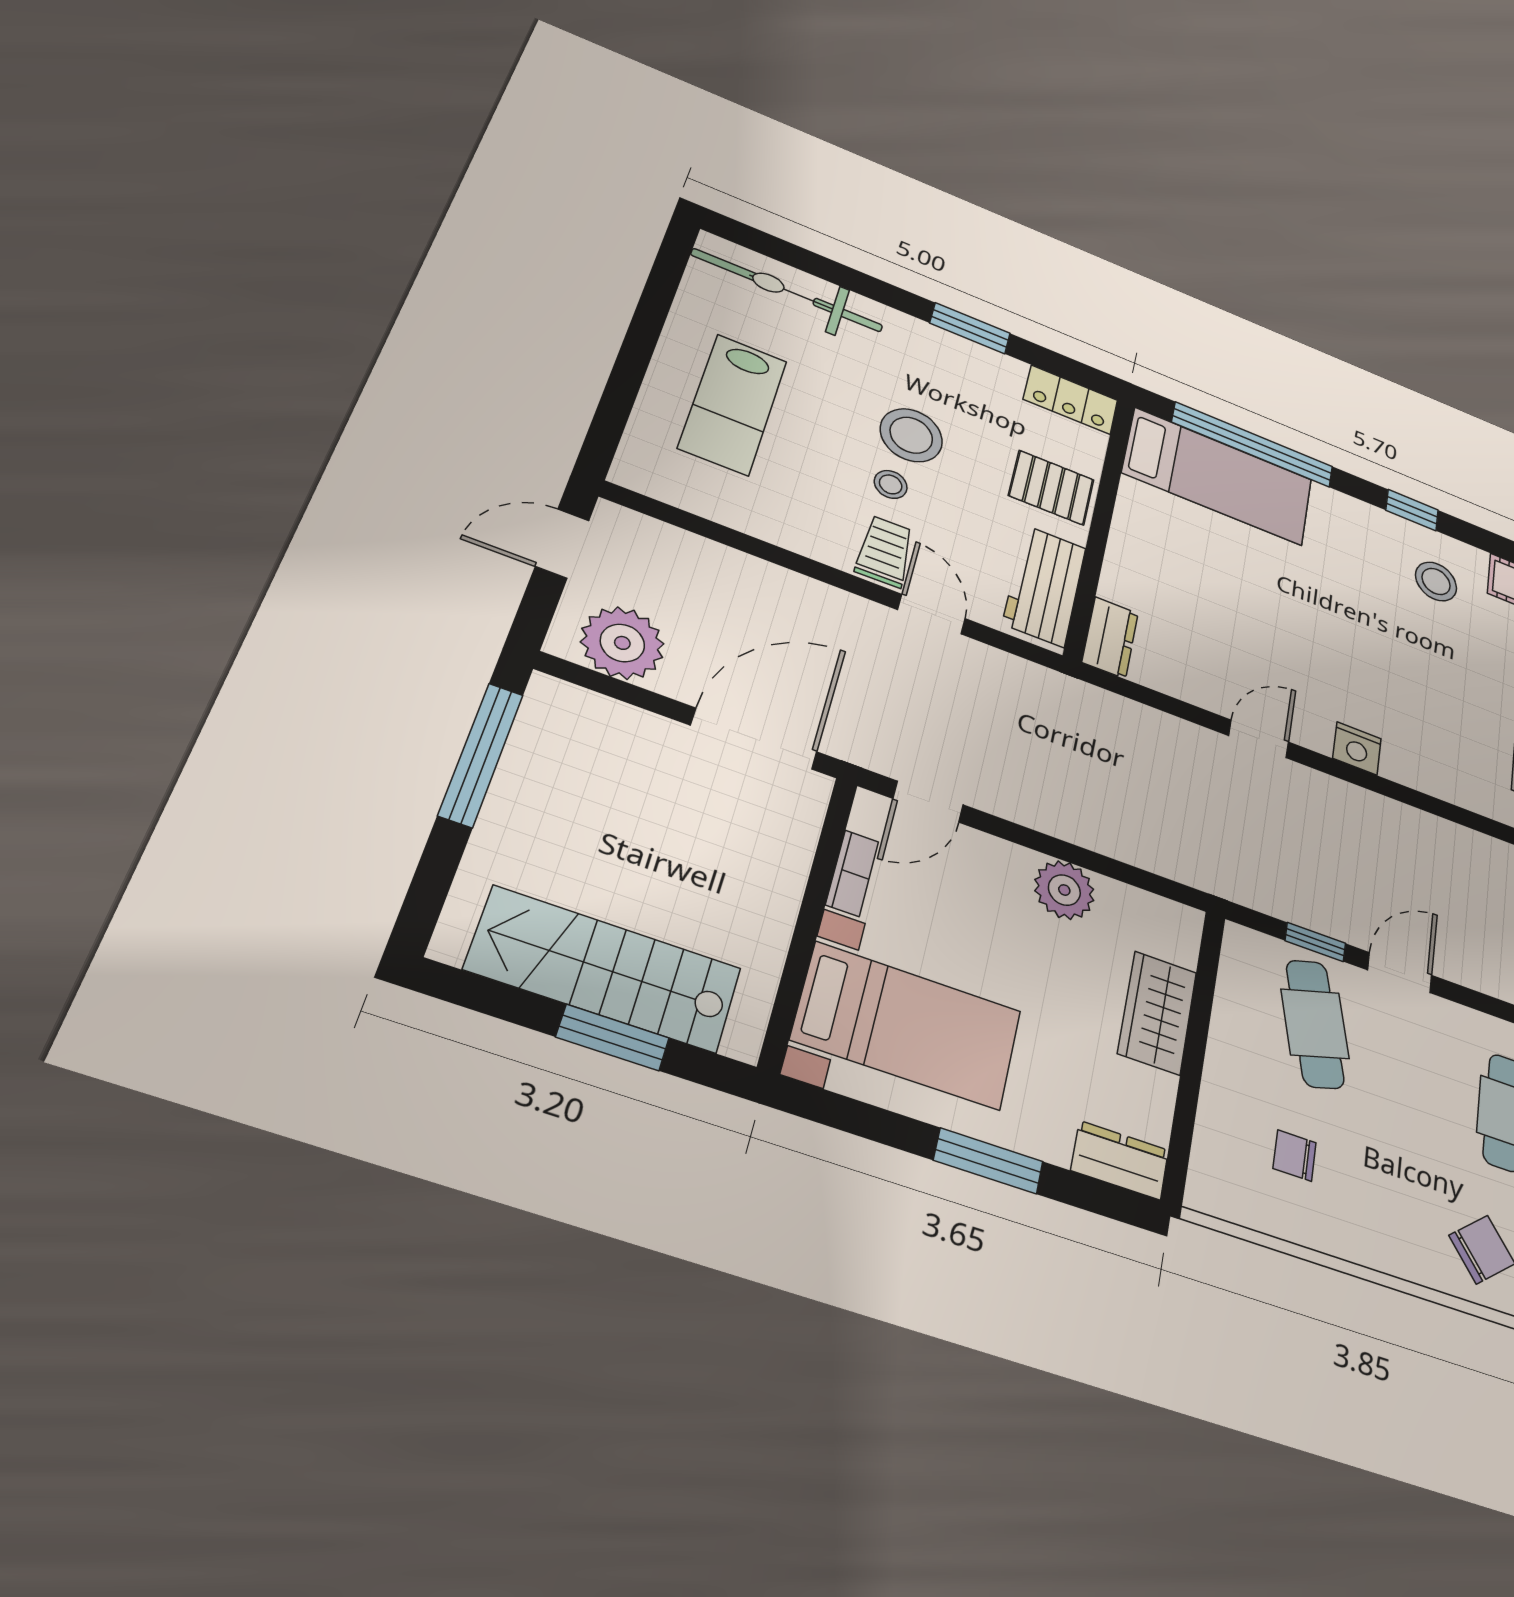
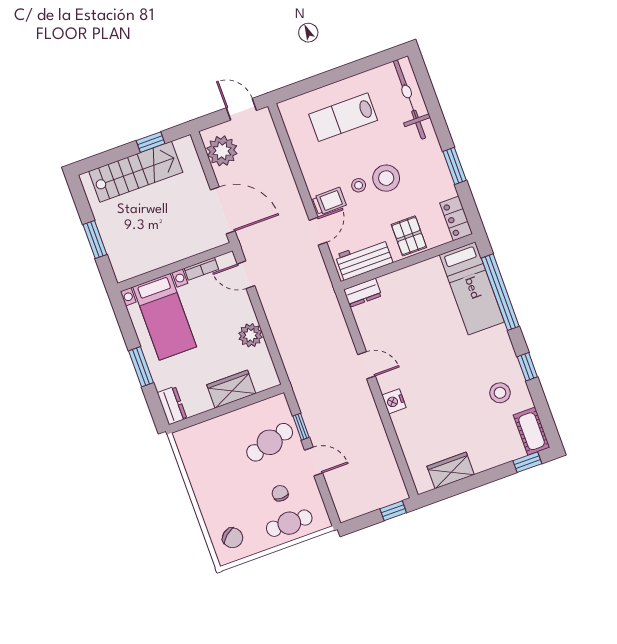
window: (481, 754) -> (151, 142), width x0.46
stairs: (605, 969) -> (136, 172), moved, turned 90
chair: (1295, 1155) -> (280, 493), moved

